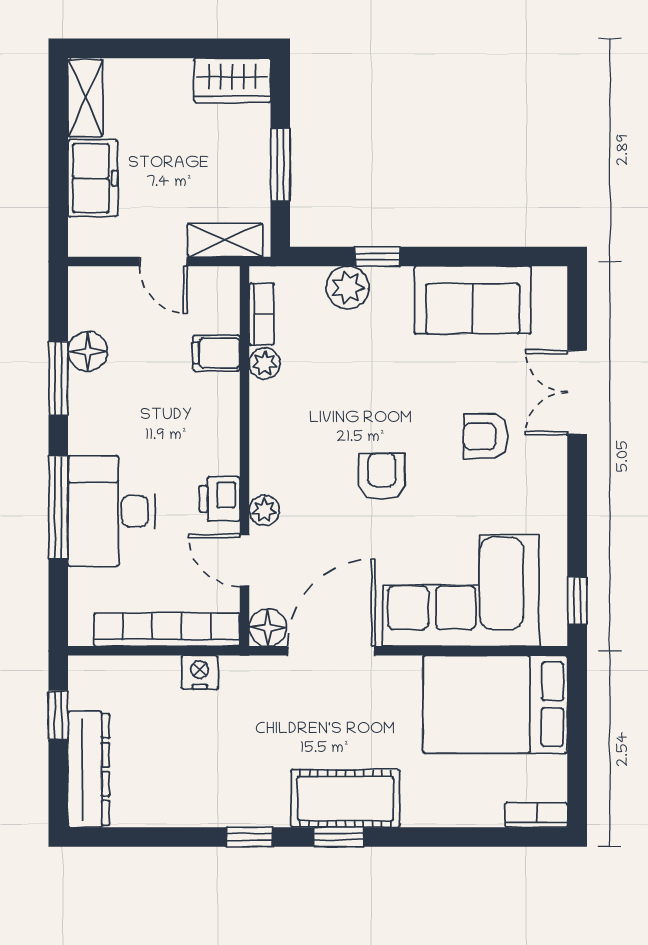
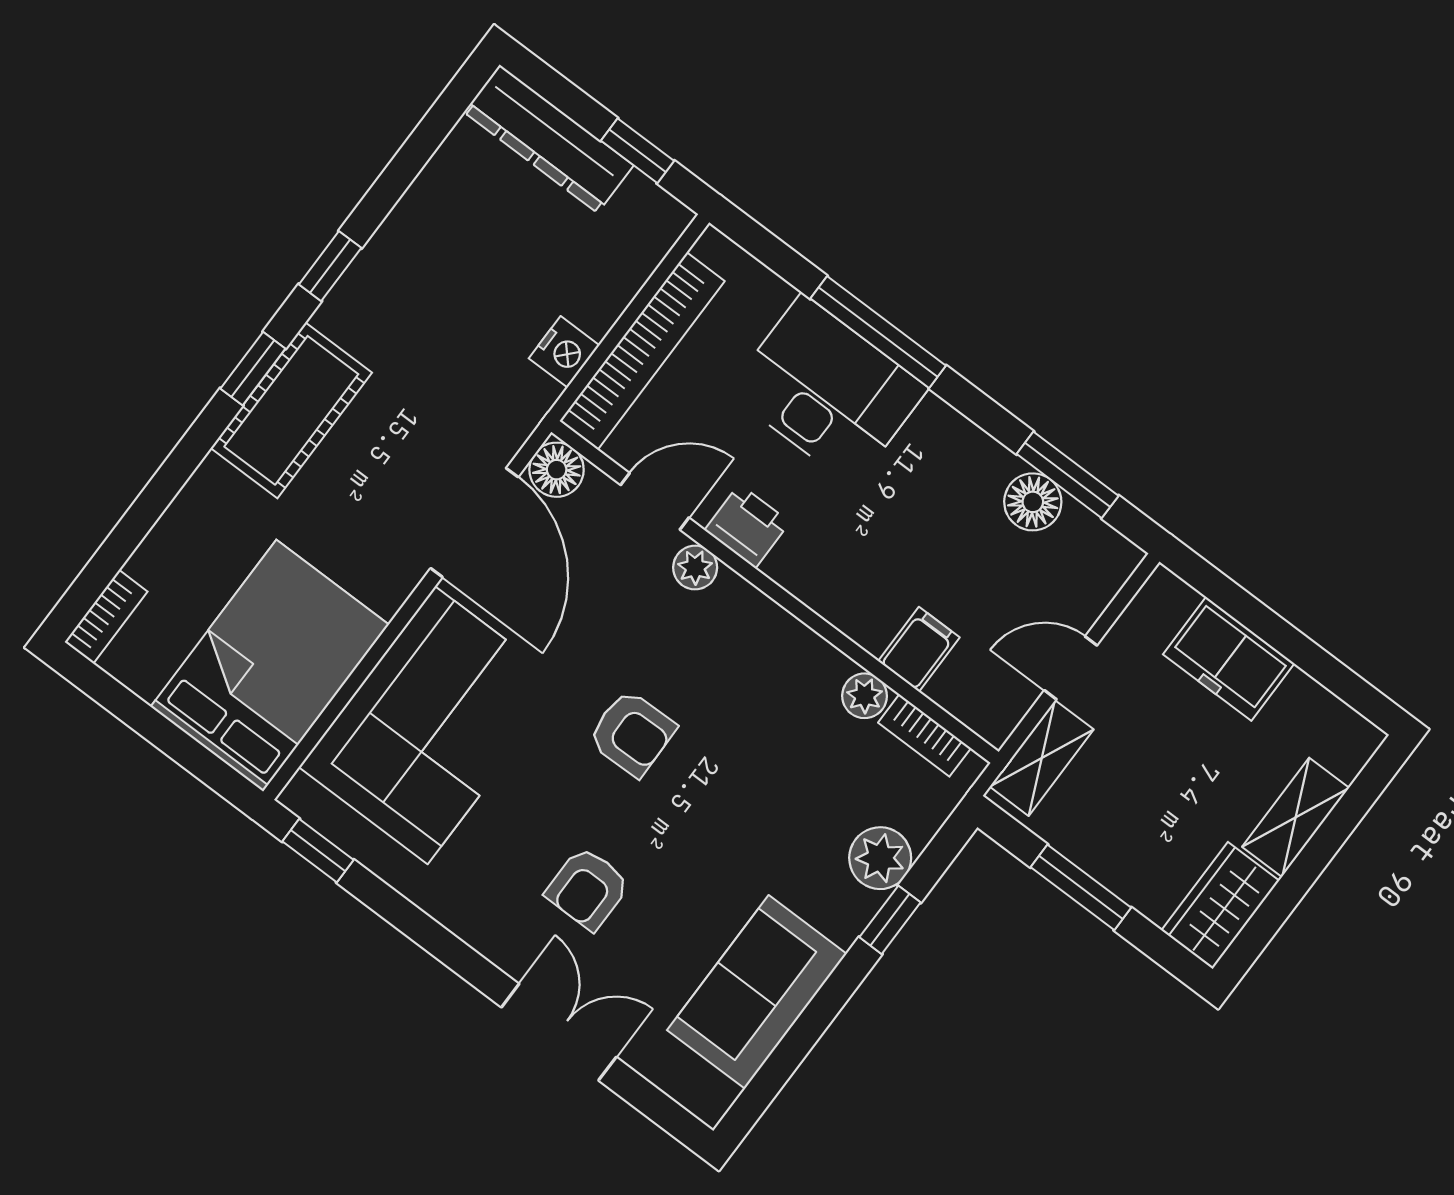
shelving: (85, 98) -> (1296, 817), moved, turned 90
window: (58, 378) -> (1068, 475), moved
armchair: (486, 436) -> (588, 889), turned 180

